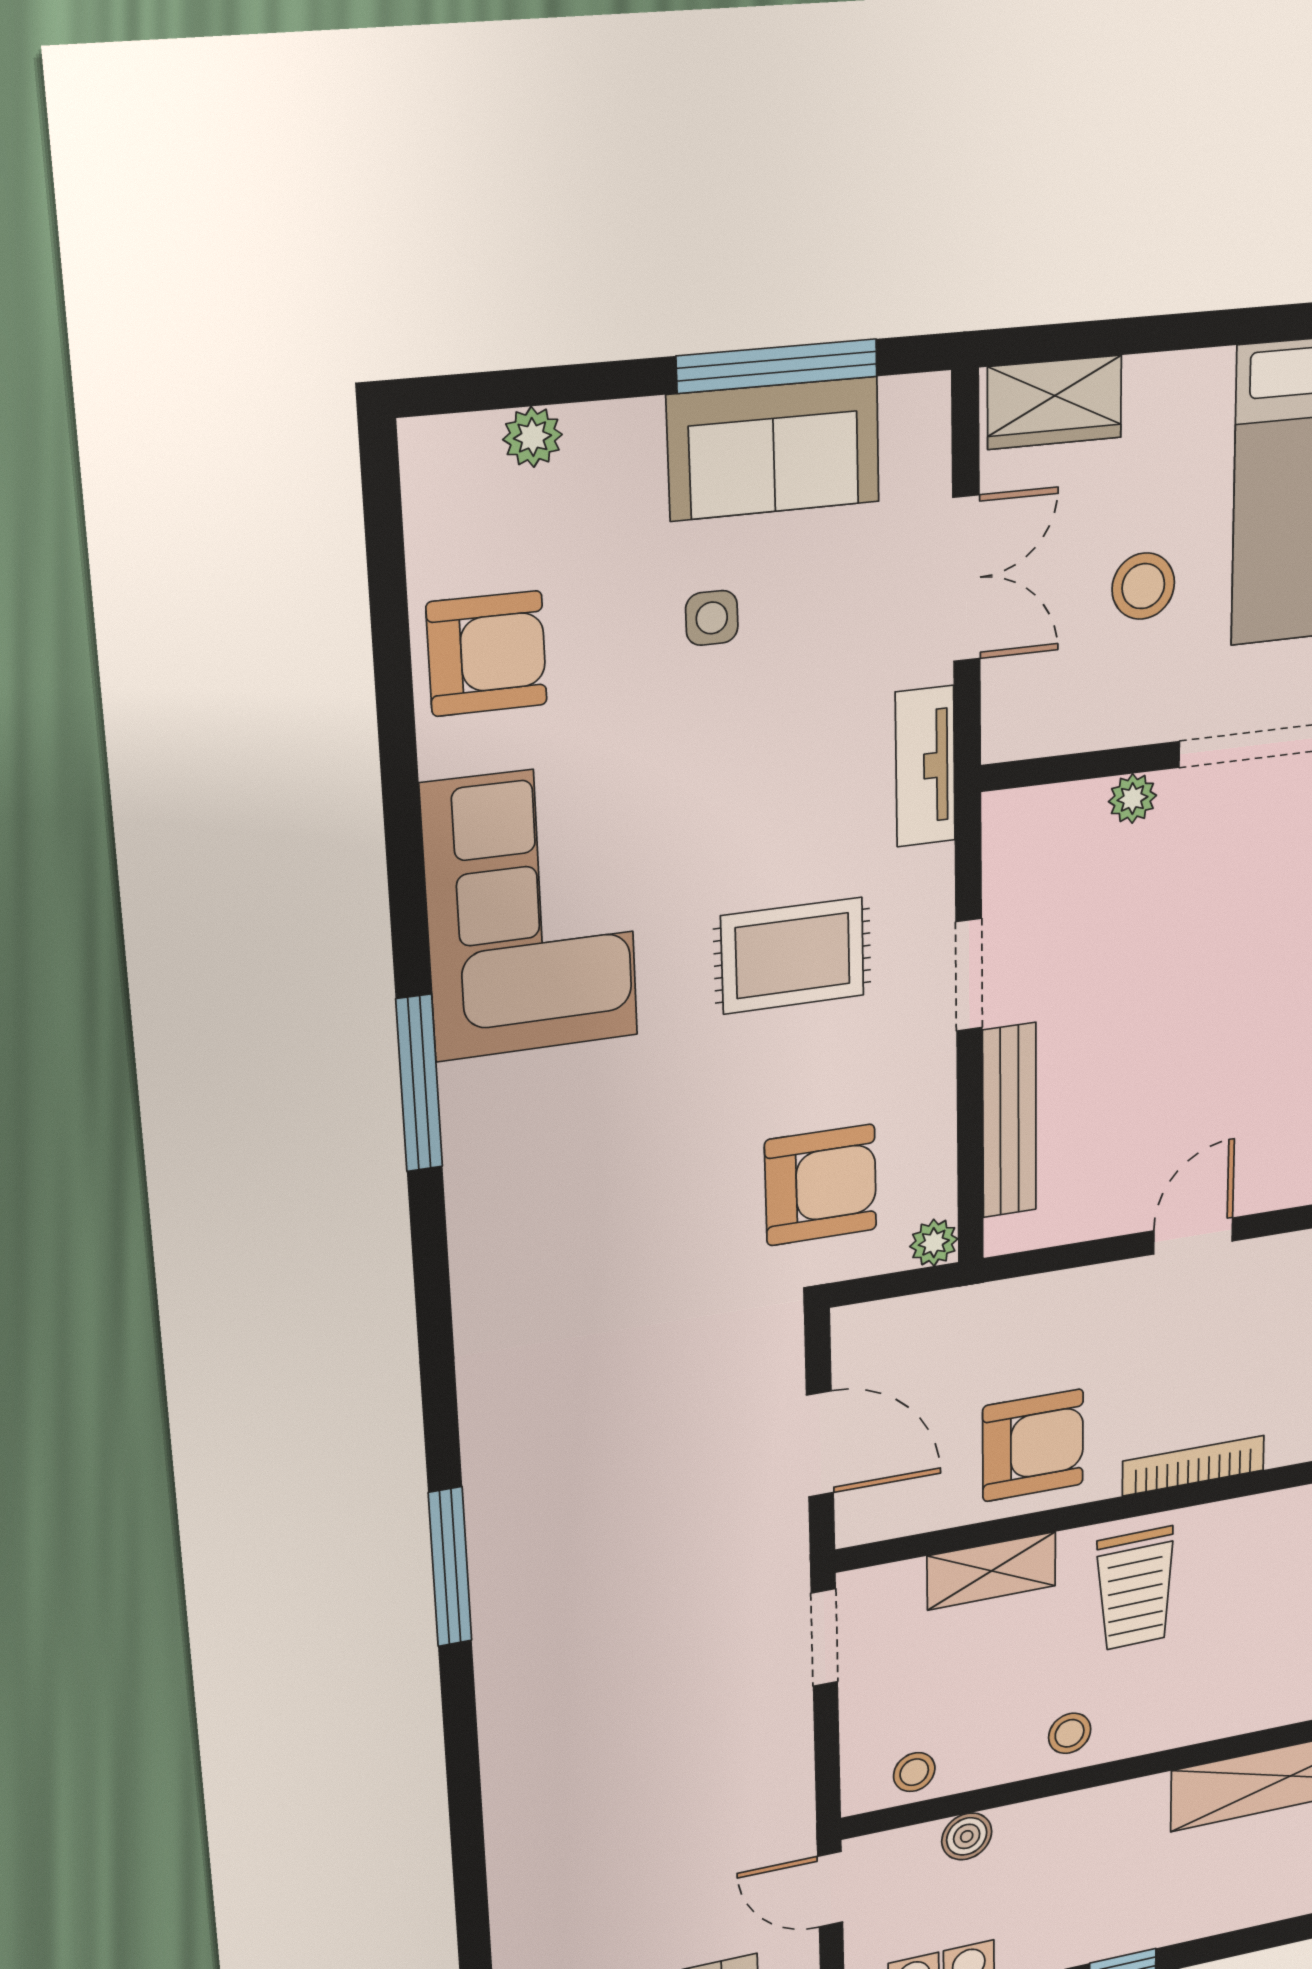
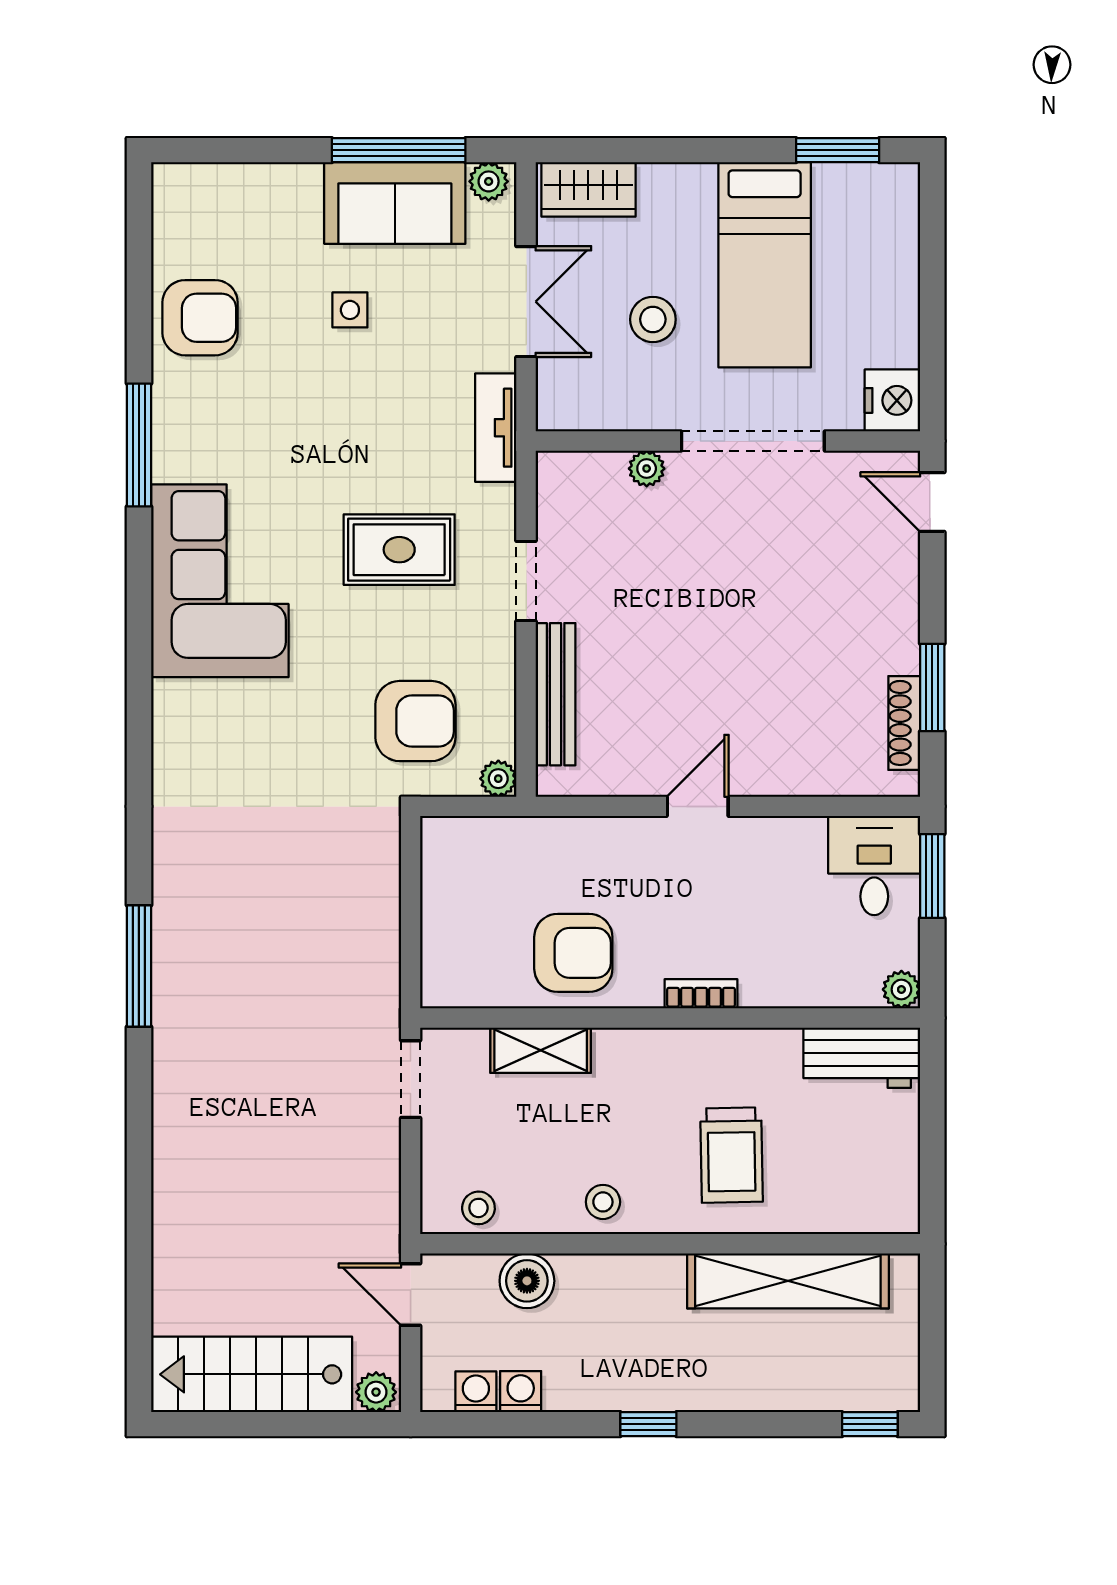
plant: (532, 437) -> (489, 181), moved
corner sofa: (530, 911) -> (220, 581), moved
window: (419, 1083) -> (139, 445), moved
door: (820, 1444) -> (411, 921), removed
bookcase: (1193, 1466) -> (701, 994), width x0.64
trolley: (1135, 1589) -> (732, 1155), moved
boiler: (967, 1836) -> (527, 1281), width x1.36, depth x1.36

